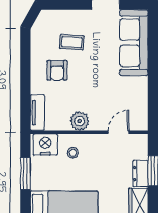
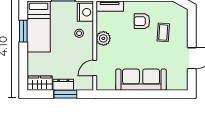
sofa: (134, 43) -> (141, 80), moved
door: (118, 132) -> (95, 68), swing flipped

